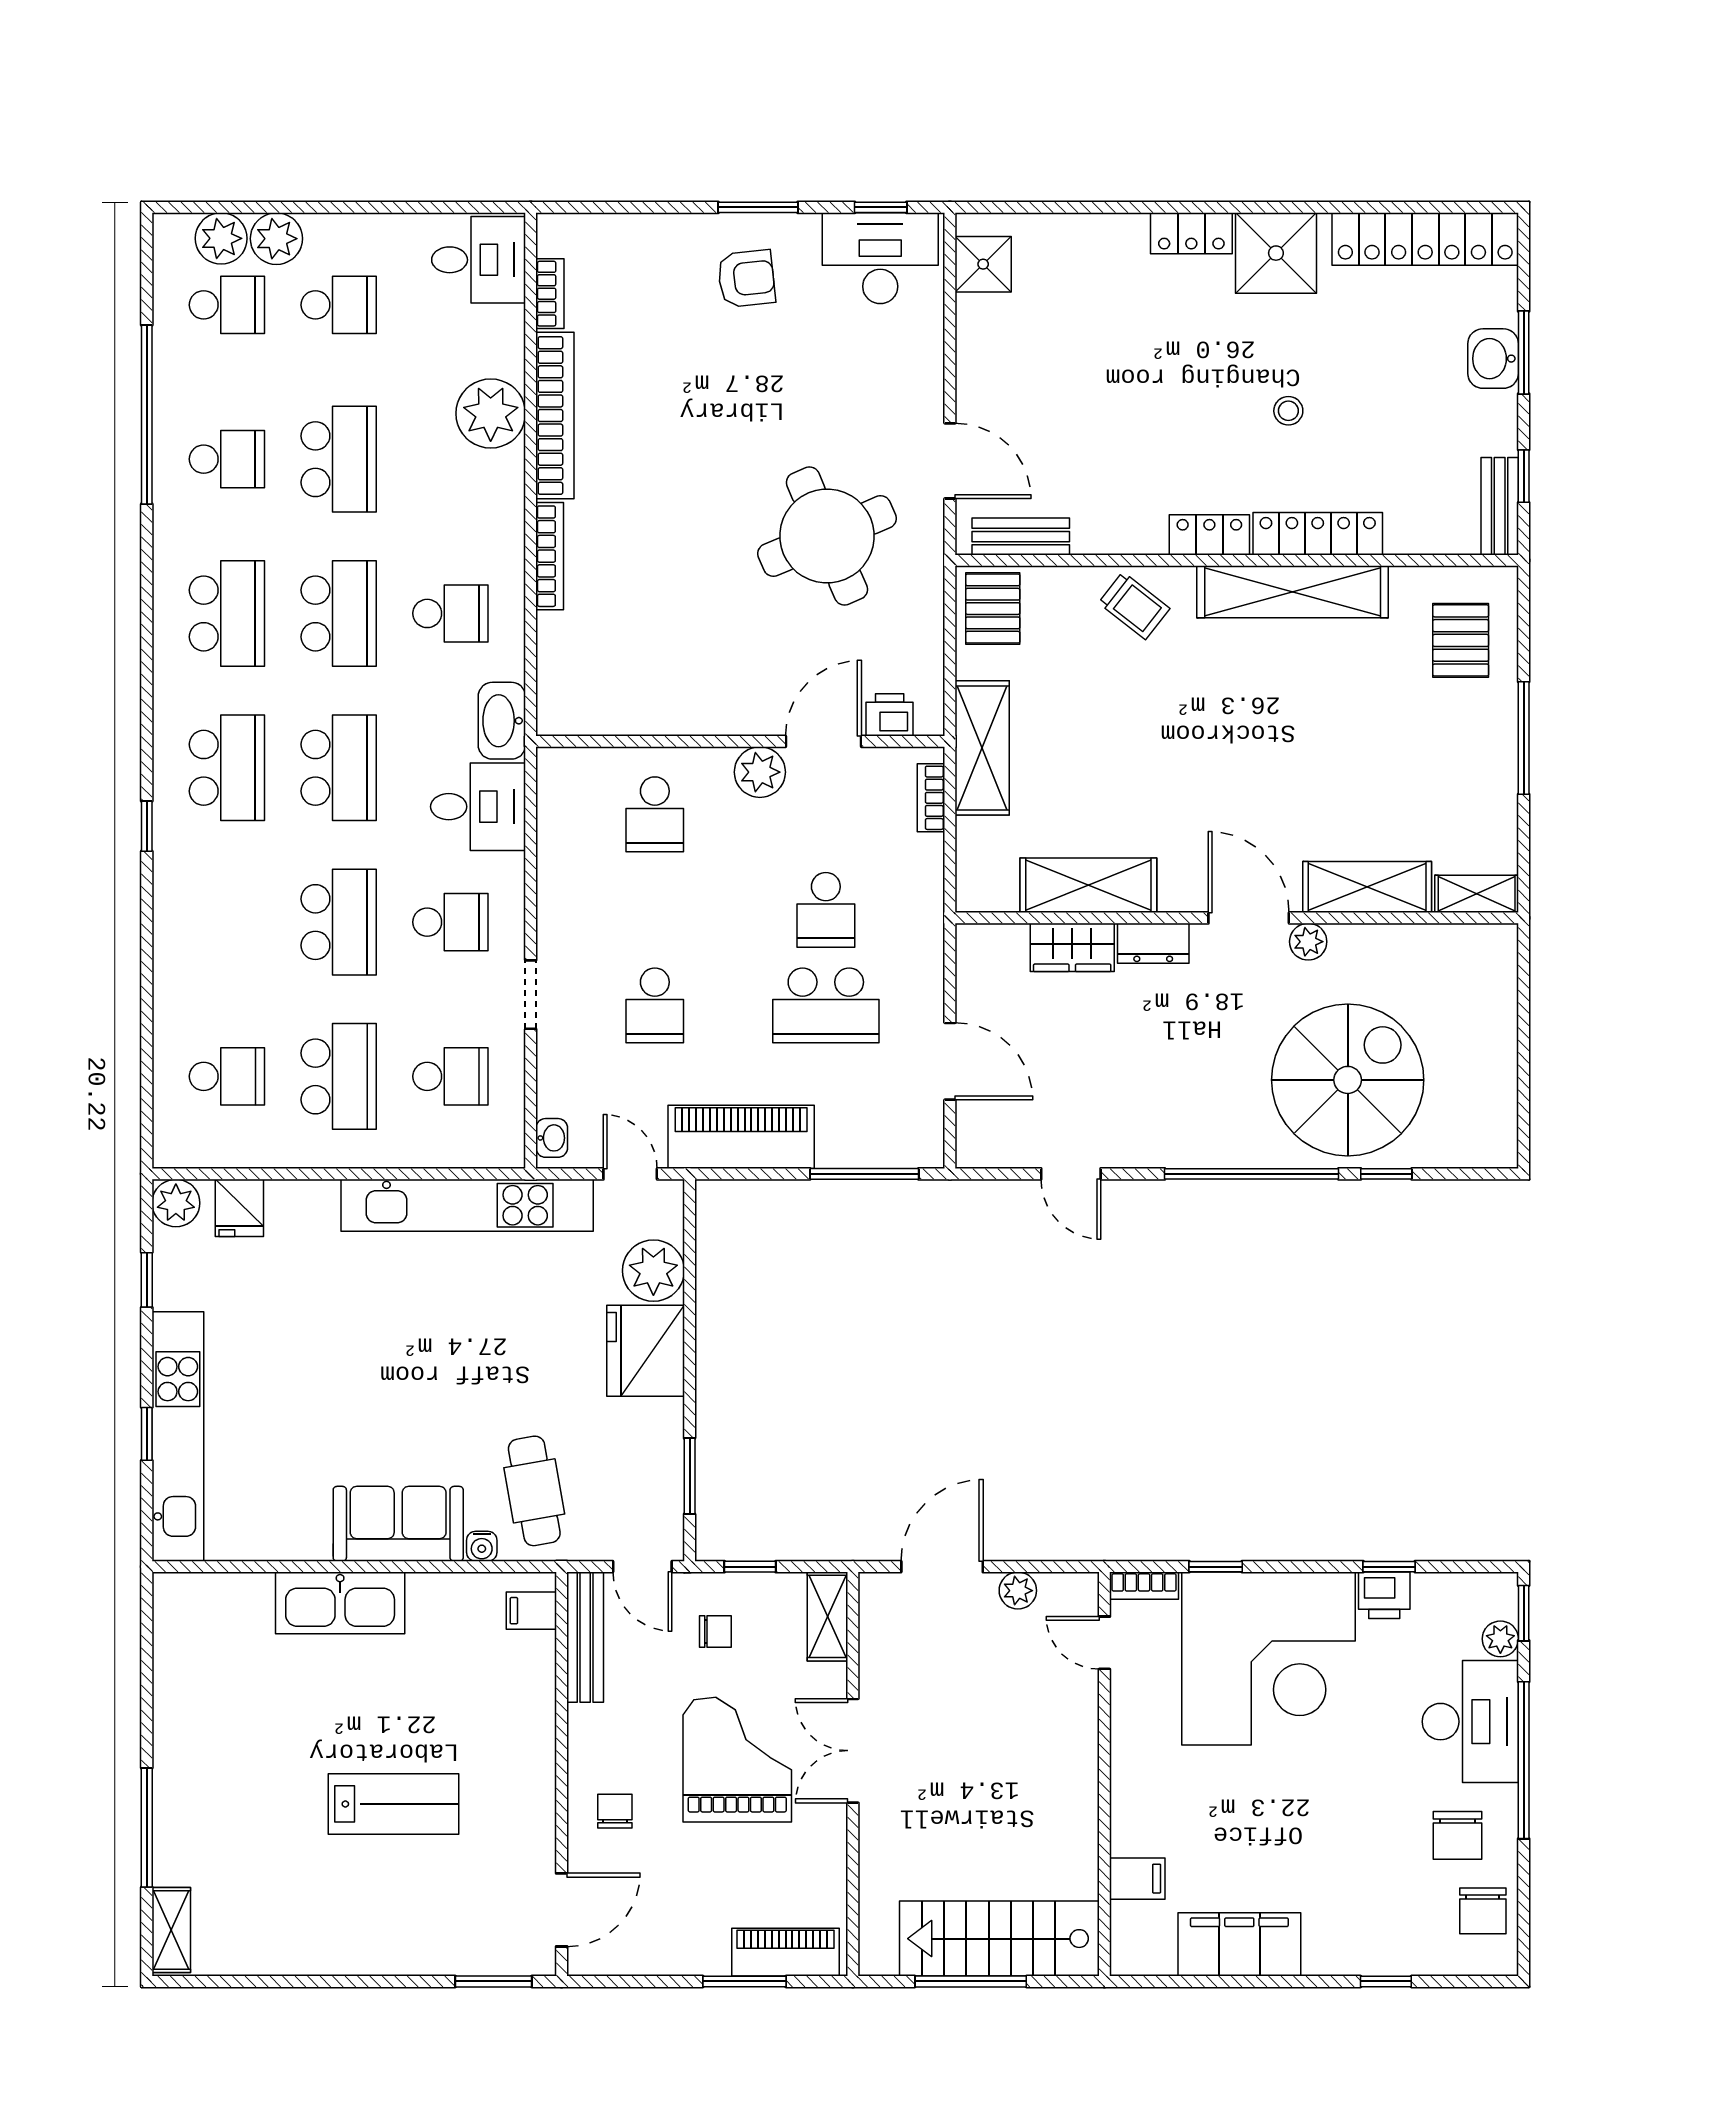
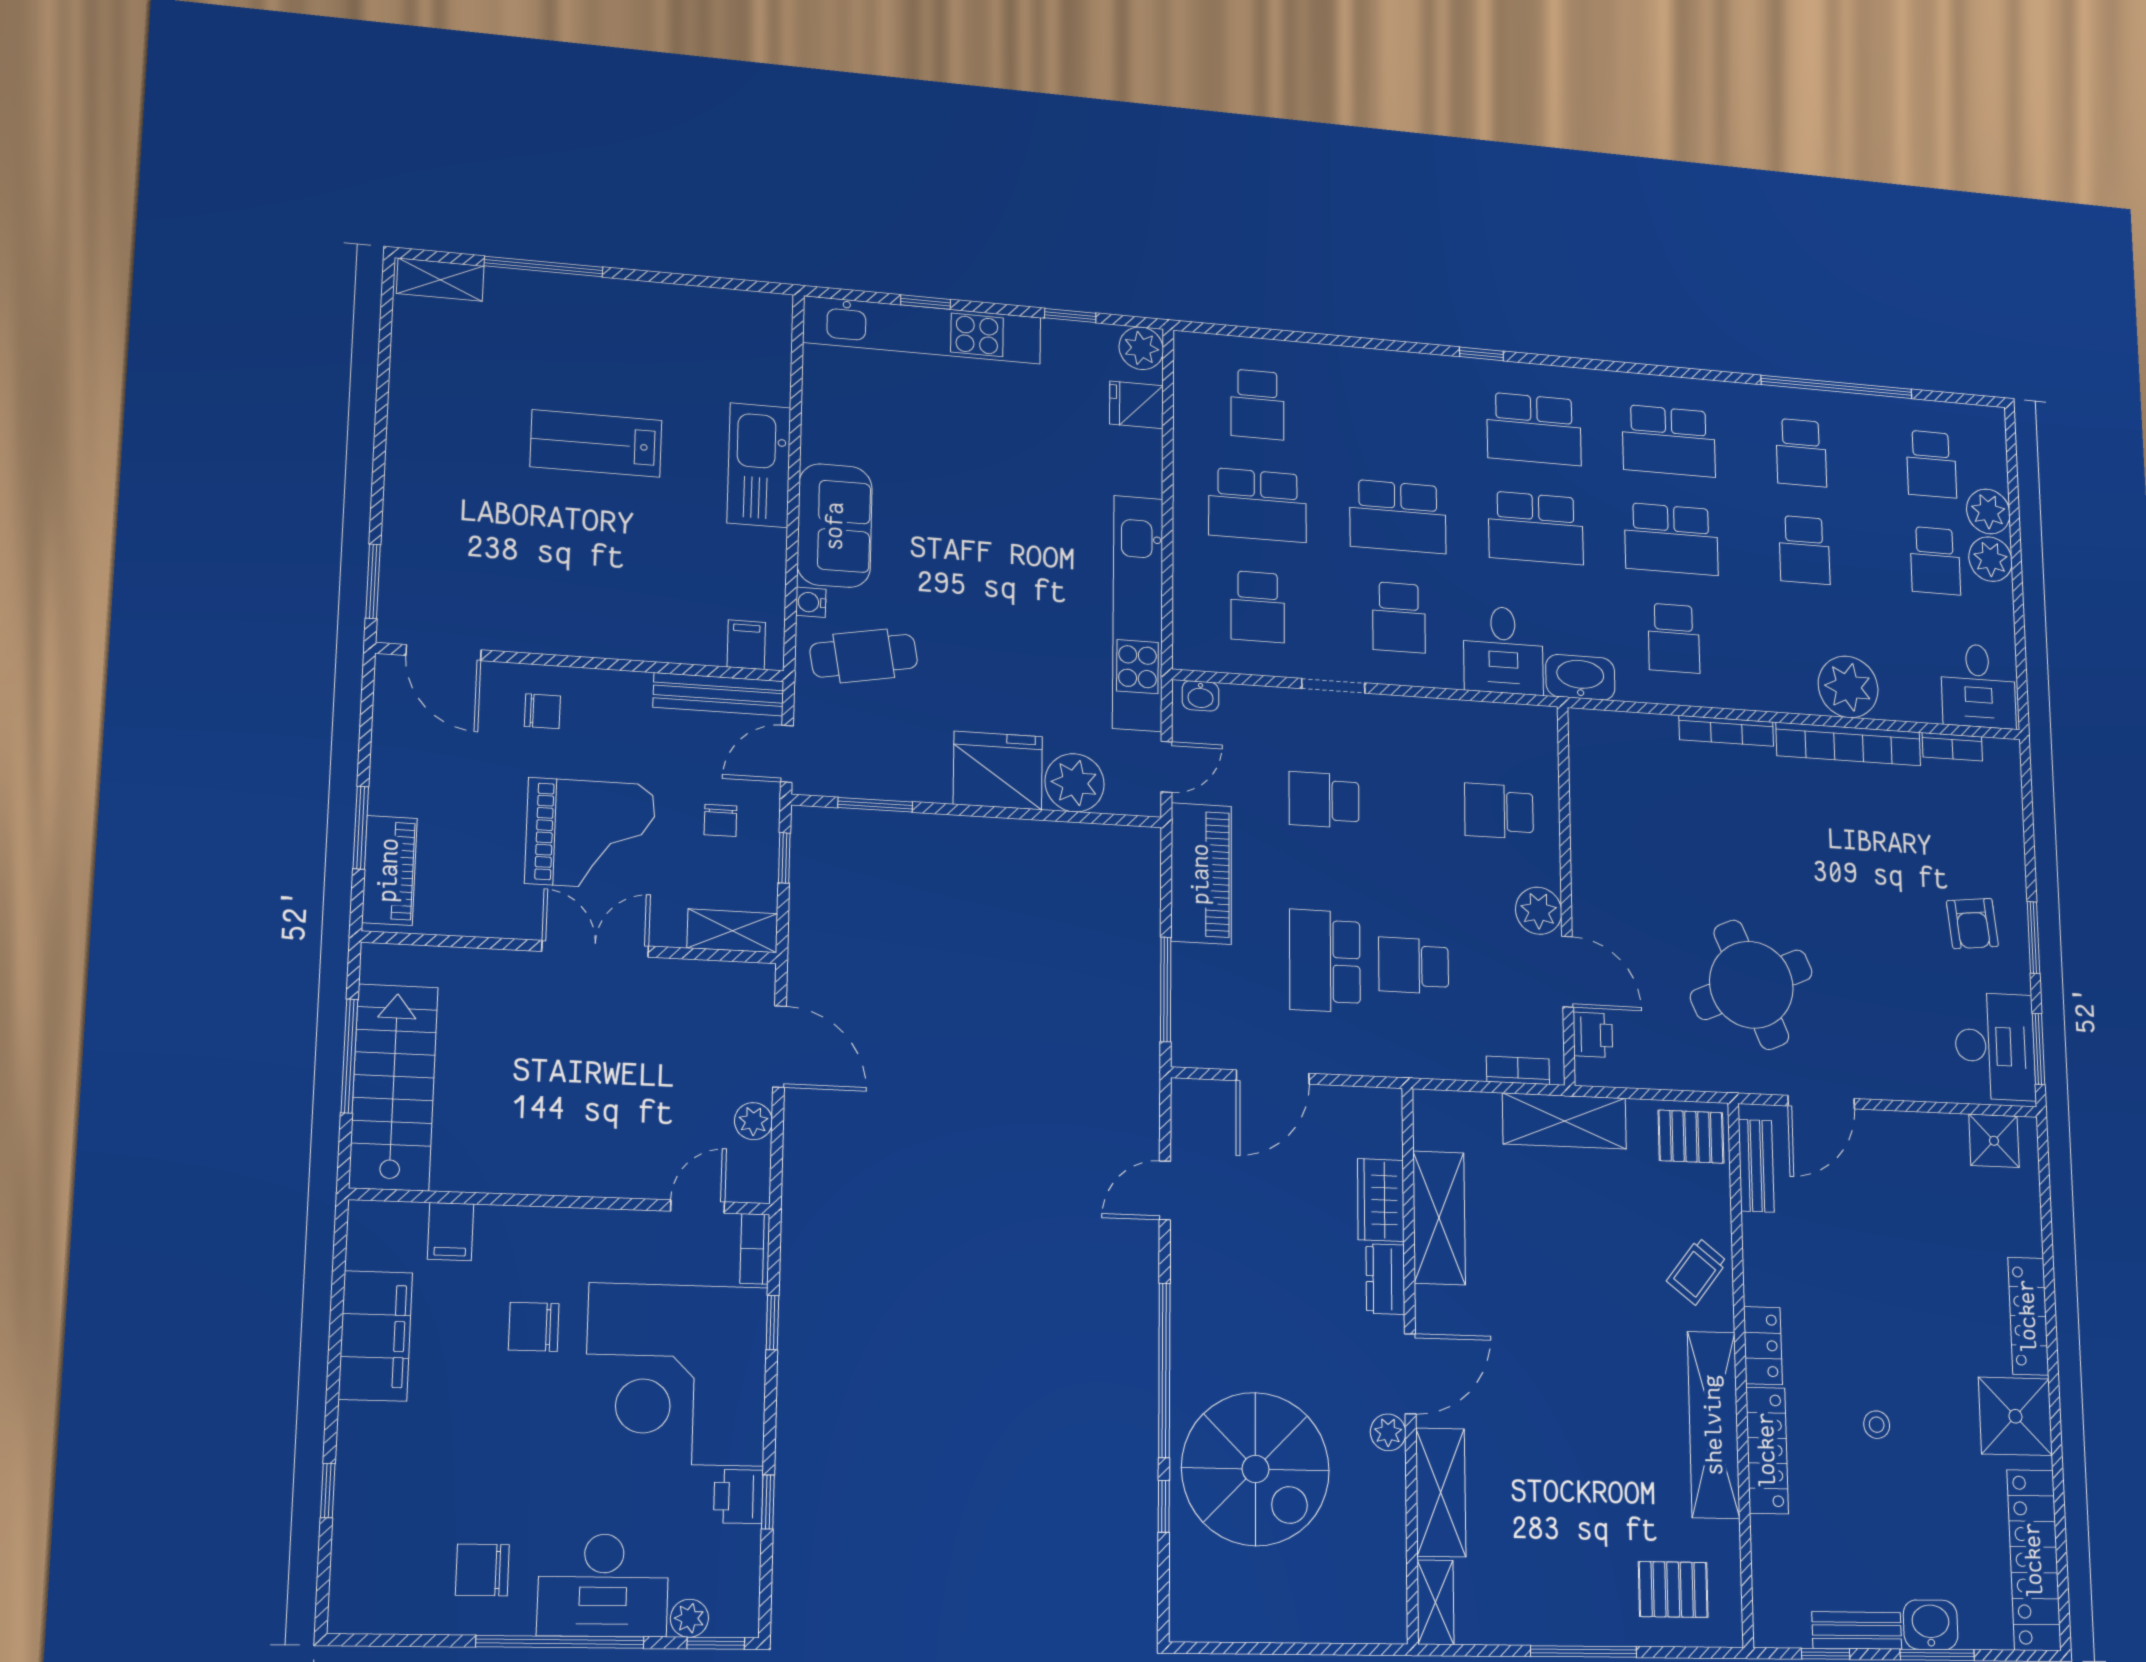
window: (881, 207) -> (2039, 1049), width x1.50
locker: (1191, 233) -> (2028, 1316), width x1.53
plant: (221, 238) -> (1991, 559), moved
school desk: (339, 459) -> (1804, 550), width x0.54
bench: (1500, 506) -> (1857, 1630), moved
lab bench: (393, 1804) -> (596, 443), moved, turned 90
chair: (1483, 1911) -> (534, 1327), moved

